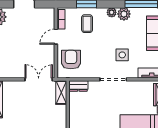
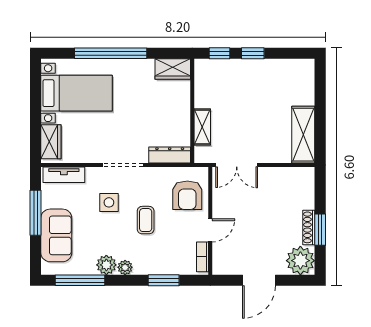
coffee table: (87, 24) -> (146, 220), moved
dresser: (78, 86) -> (170, 155), width x1.44
shelving: (61, 92) -> (202, 127), moved

